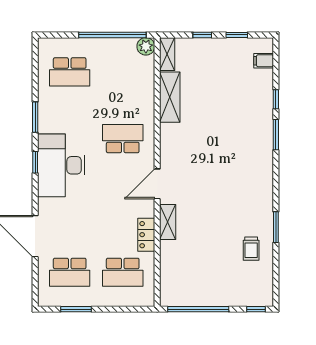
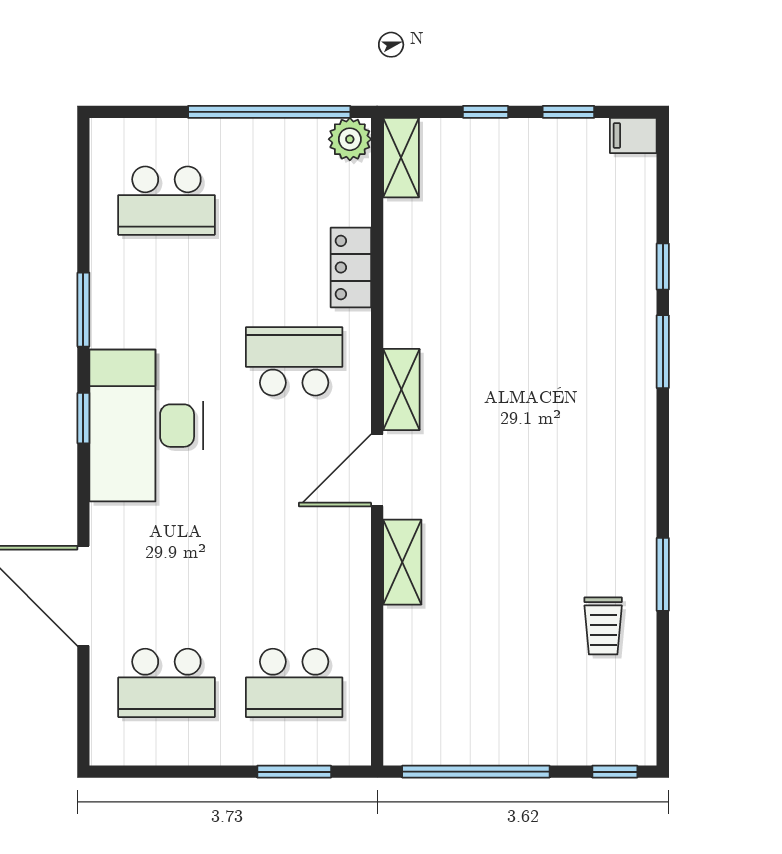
filing cabinet: (264, 61) -> (633, 135), moved
shelving: (170, 97) -> (401, 389), moved, width x0.67, depth x0.75
locker: (146, 235) -> (351, 267), moved
window: (76, 309) -> (294, 772), moved

